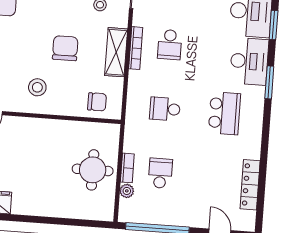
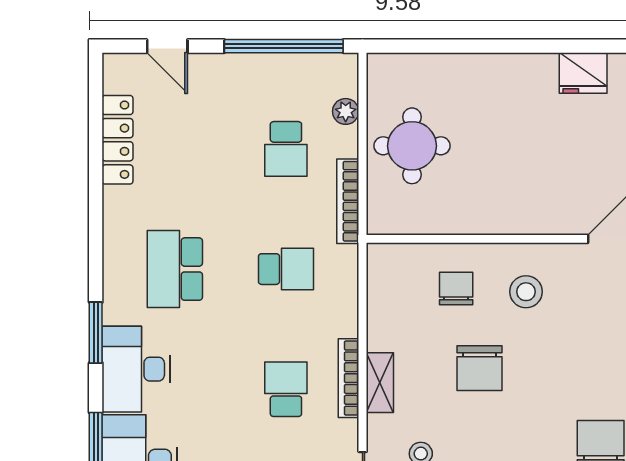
shelving: (116, 52) -> (380, 383), width x0.67, depth x0.75
chair: (97, 102) -> (456, 289), moved, turned 90
bookcase: (127, 168) -> (348, 201), moved, width x1.56

